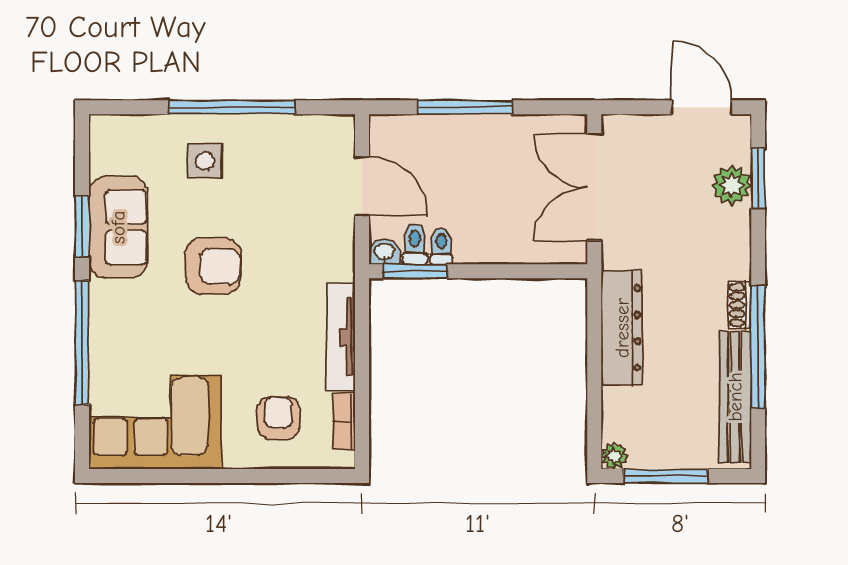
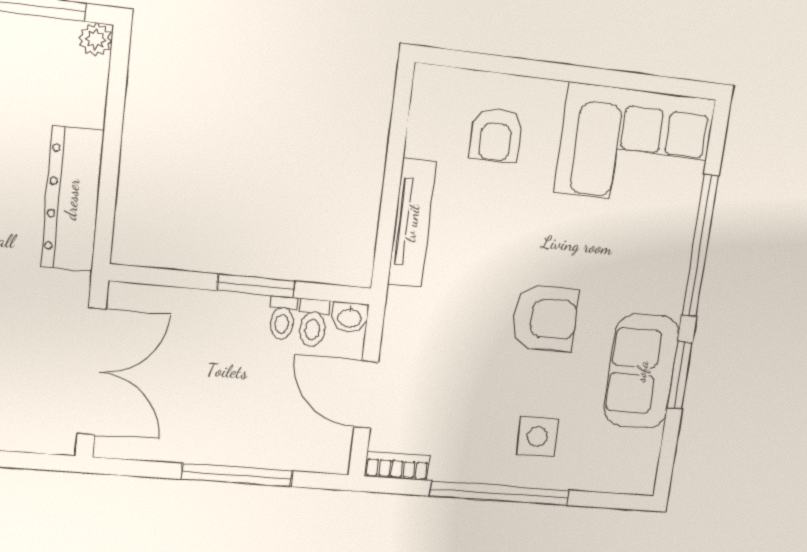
armchair: (213, 266) -> (545, 318), turned 180
window: (415, 271) -> (256, 286), moved
bookcase: (344, 422) -> (397, 466), moved, turned -90

